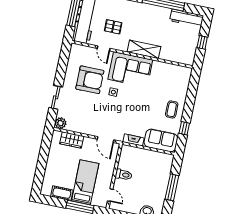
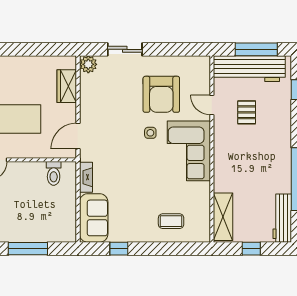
door: (104, 48) -> (212, 105), hinge flipped
shelving: (144, 49) -> (223, 217), moved
coffee table: (172, 109) -> (171, 221), moved
toilet: (124, 175) -> (54, 173), moved

